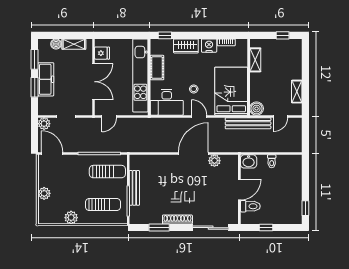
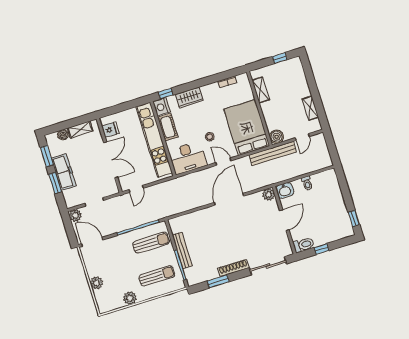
nightstand: (209, 46) -> (162, 107), moved, turned -90
plant: (214, 161) -> (269, 194), moved
toilet: (250, 206) -> (304, 245), moved

